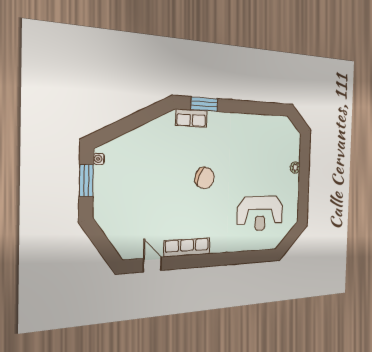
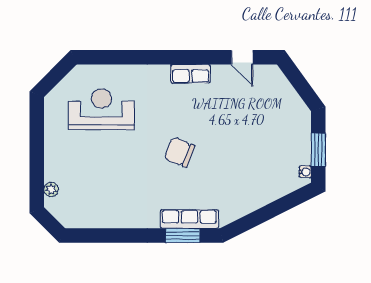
row of seats: (191, 118) -> (189, 219), width x1.48
plant: (295, 167) -> (51, 190), moved
row of seats: (187, 247) -> (191, 74), width x0.68

